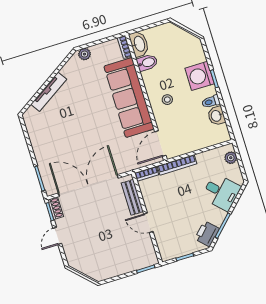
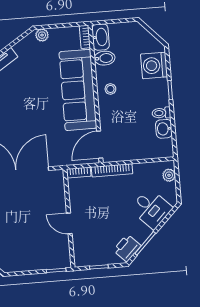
washing machine: (200, 76) -> (154, 65), moved
stool: (167, 100) -> (110, 89), moved
bench: (132, 197) -> (59, 193), removed

